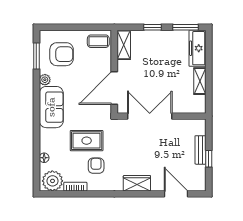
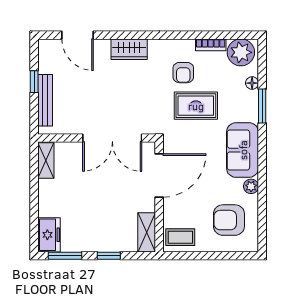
freezer: (198, 48) -> (49, 235), width x0.71
window: (36, 56) -> (262, 106), moved
shelving: (200, 81) -> (46, 160), moved
bench: (200, 150) -> (45, 100), width x1.36

